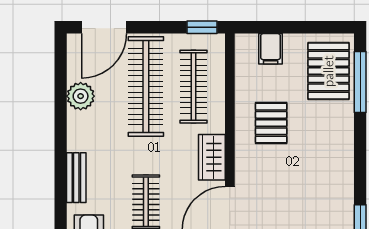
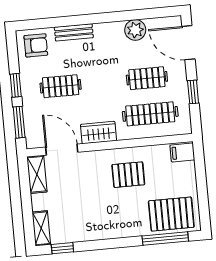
window: (202, 27) -> (193, 92), moved
filing cabinet: (271, 49) -> (182, 152), moved
clothes rail: (146, 87) -> (147, 78), width x0.54, depth x0.76

